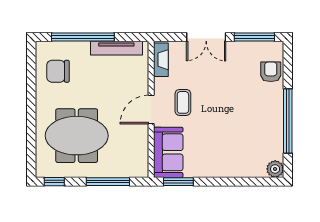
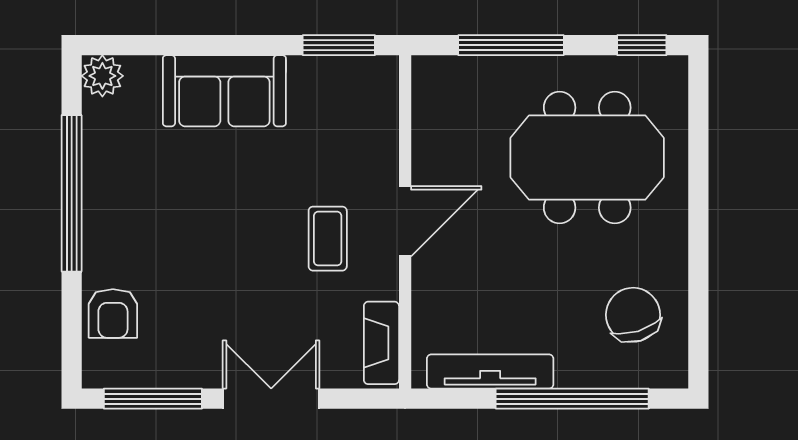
chair: (58, 71) -> (633, 315), turned -107
sofa: (168, 152) -> (224, 91), moved, turned -90

